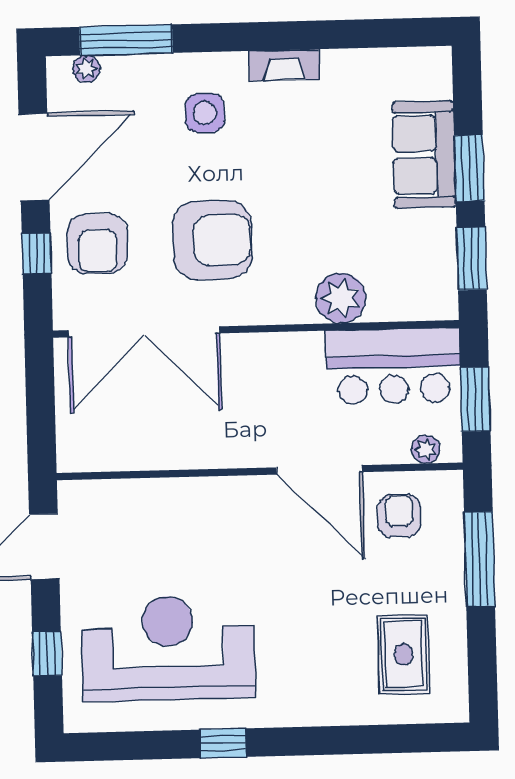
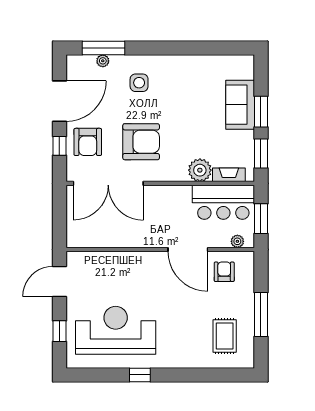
fireplace: (284, 65) -> (229, 175), moved, turned 180
plant: (86, 69) -> (103, 61), moved
window: (480, 559) -> (261, 315), moved

